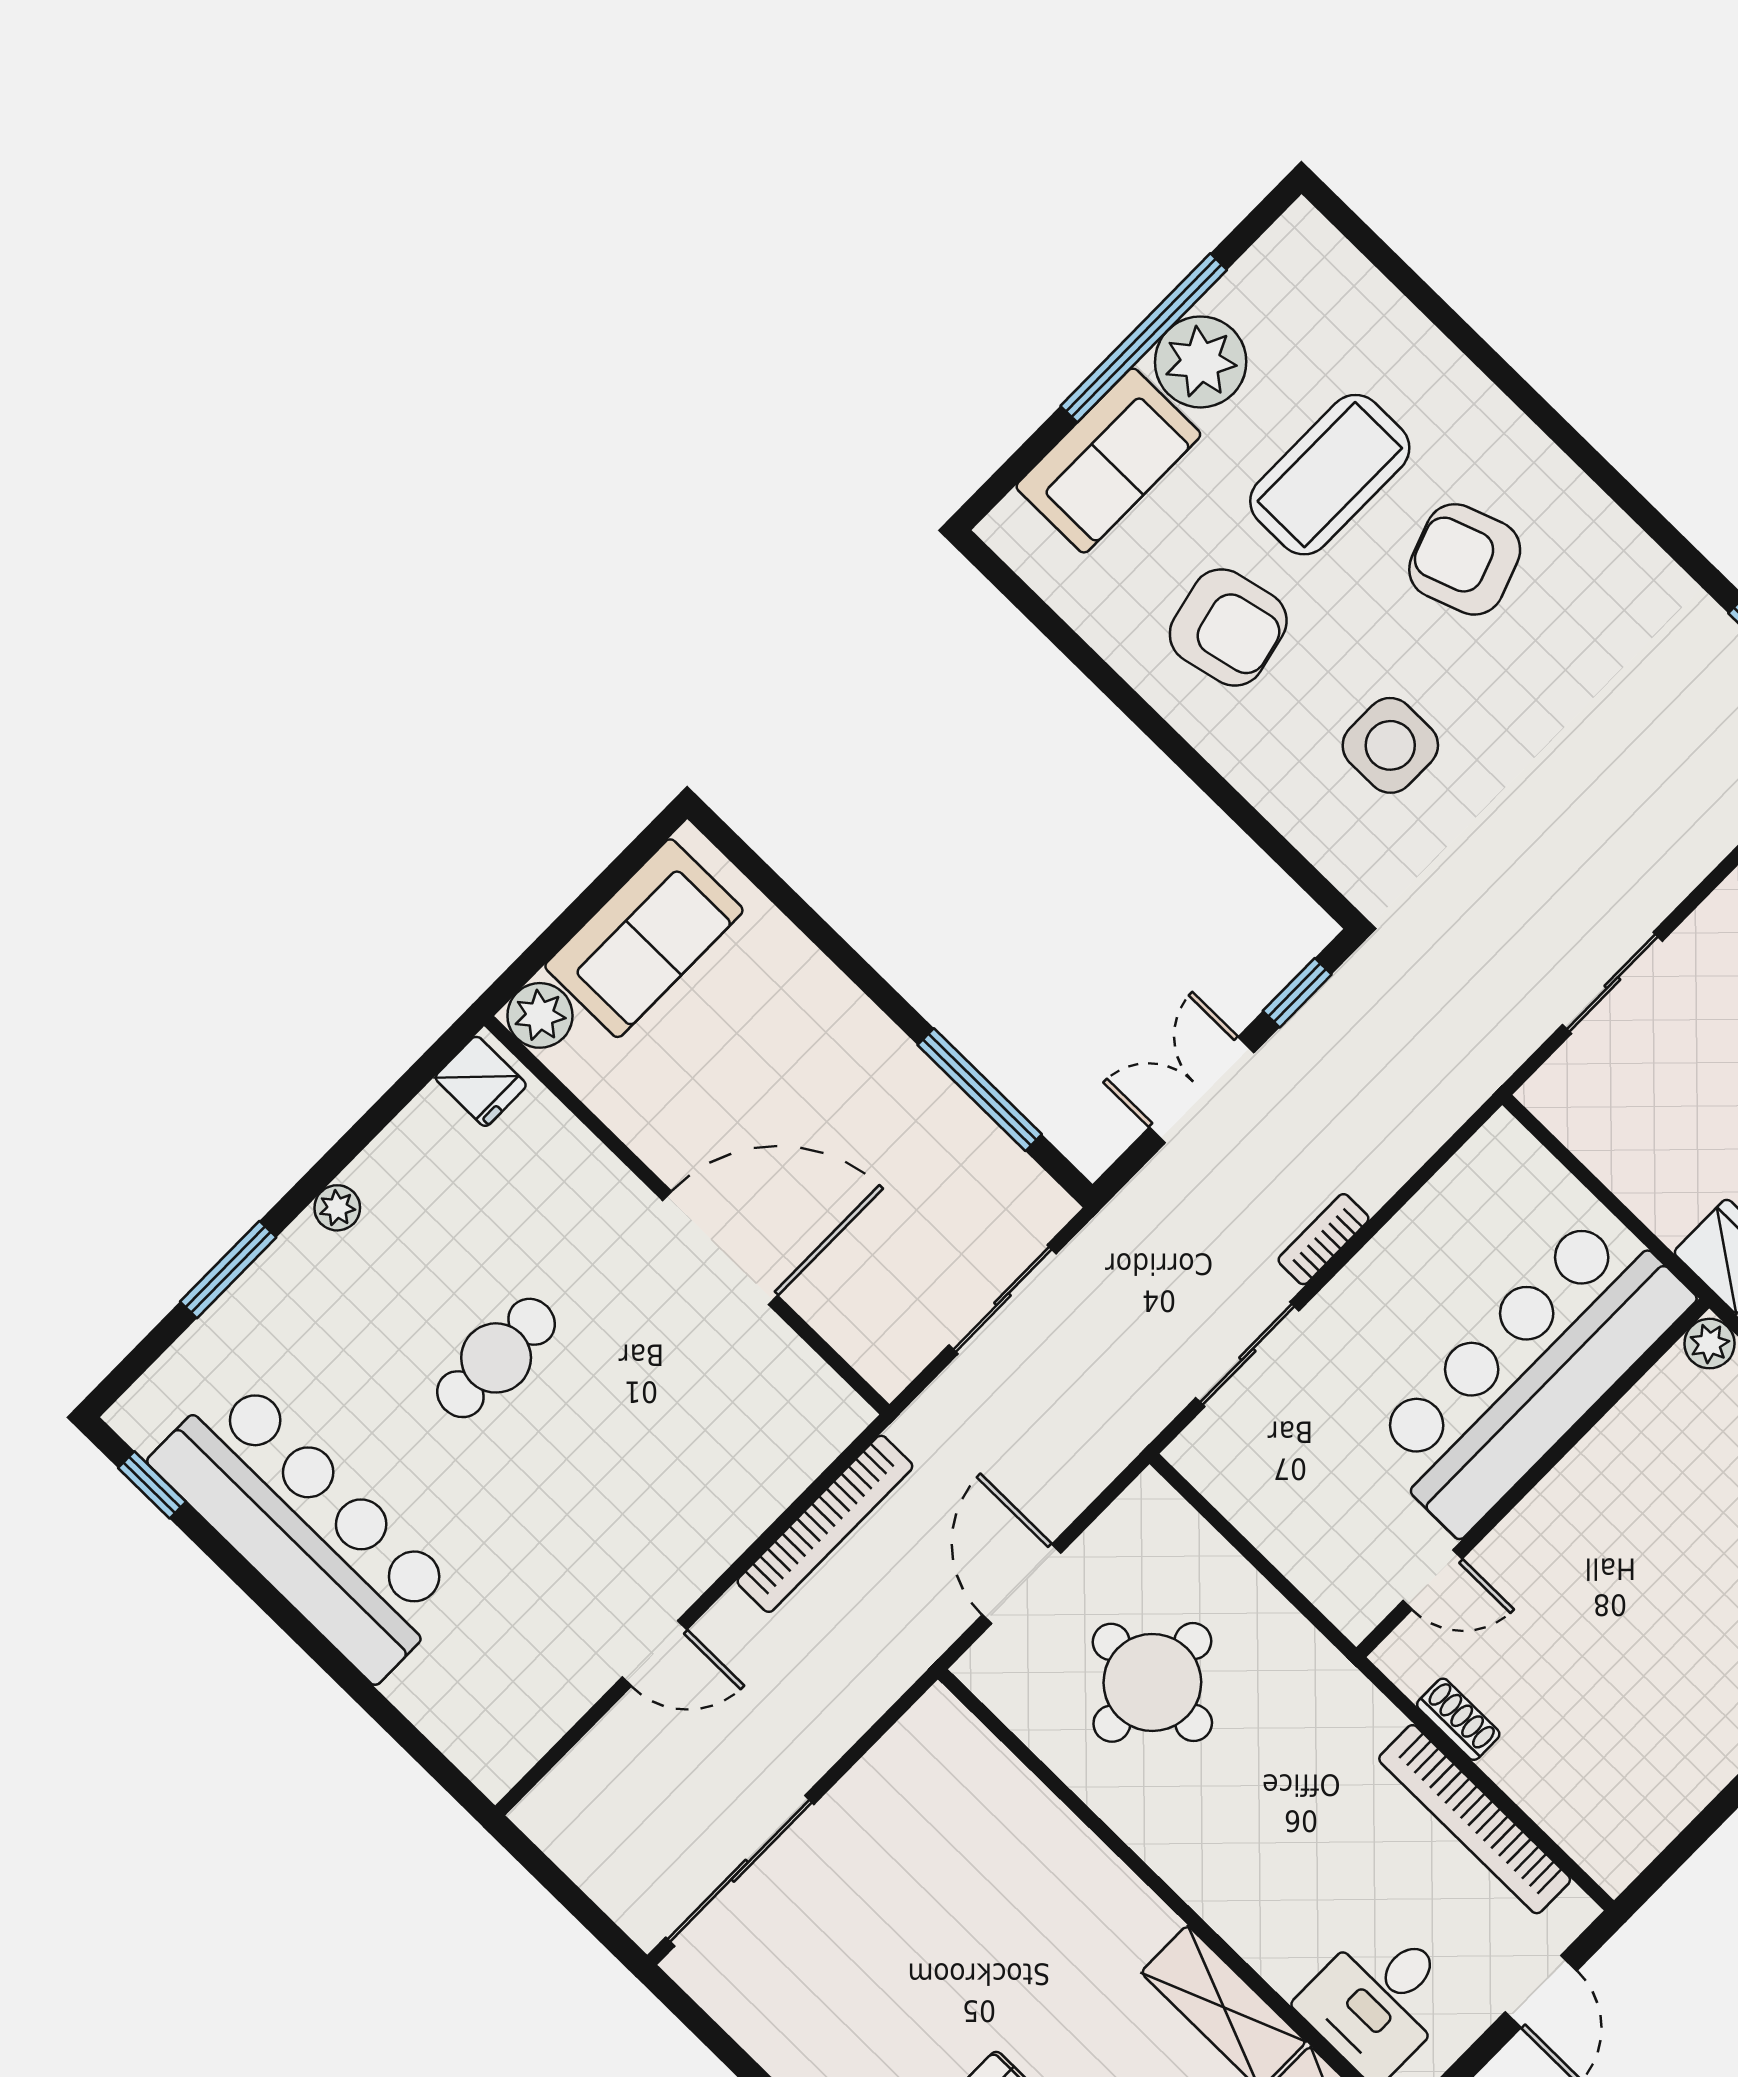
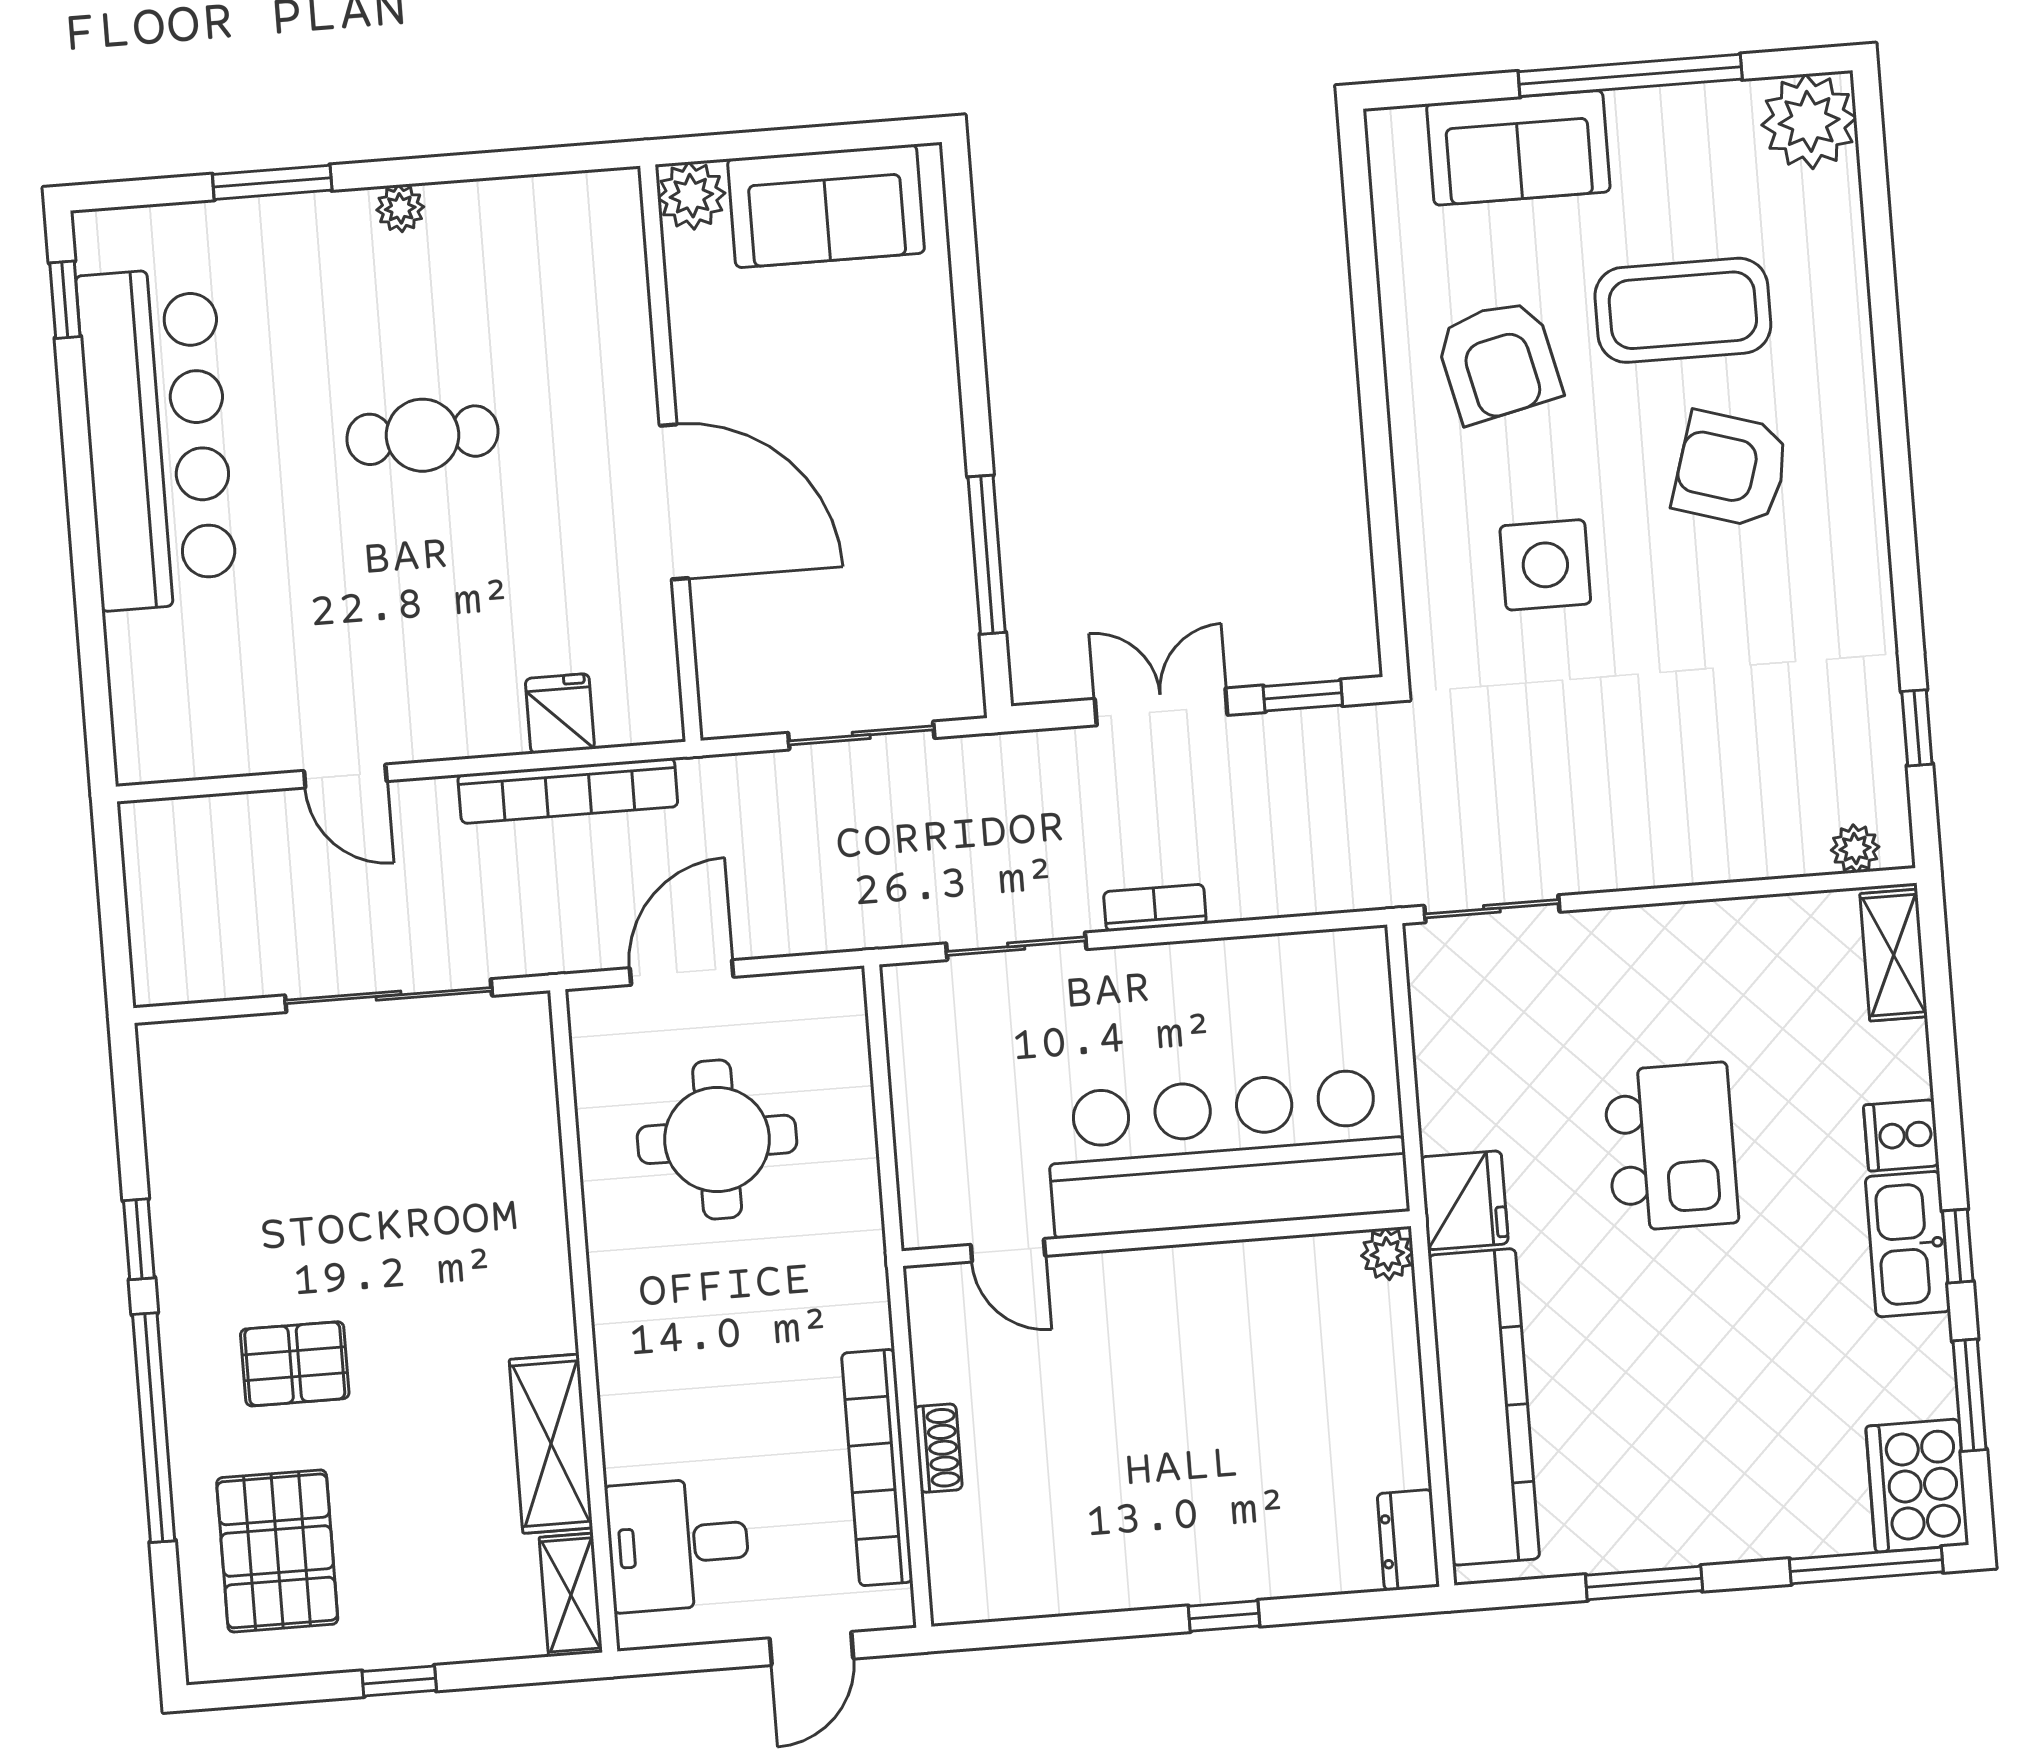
plant: (1201, 362) -> (1809, 121), moved
armchair: (1465, 559) -> (1731, 469), turned -53
sliding door: (1612, 983) -> (1492, 909), moved
fridge: (481, 1081) -> (560, 714), moved, turned 180
shoe rack: (1458, 1719) -> (938, 1448), moved
sliding door: (740, 1871) -> (388, 996), moved

